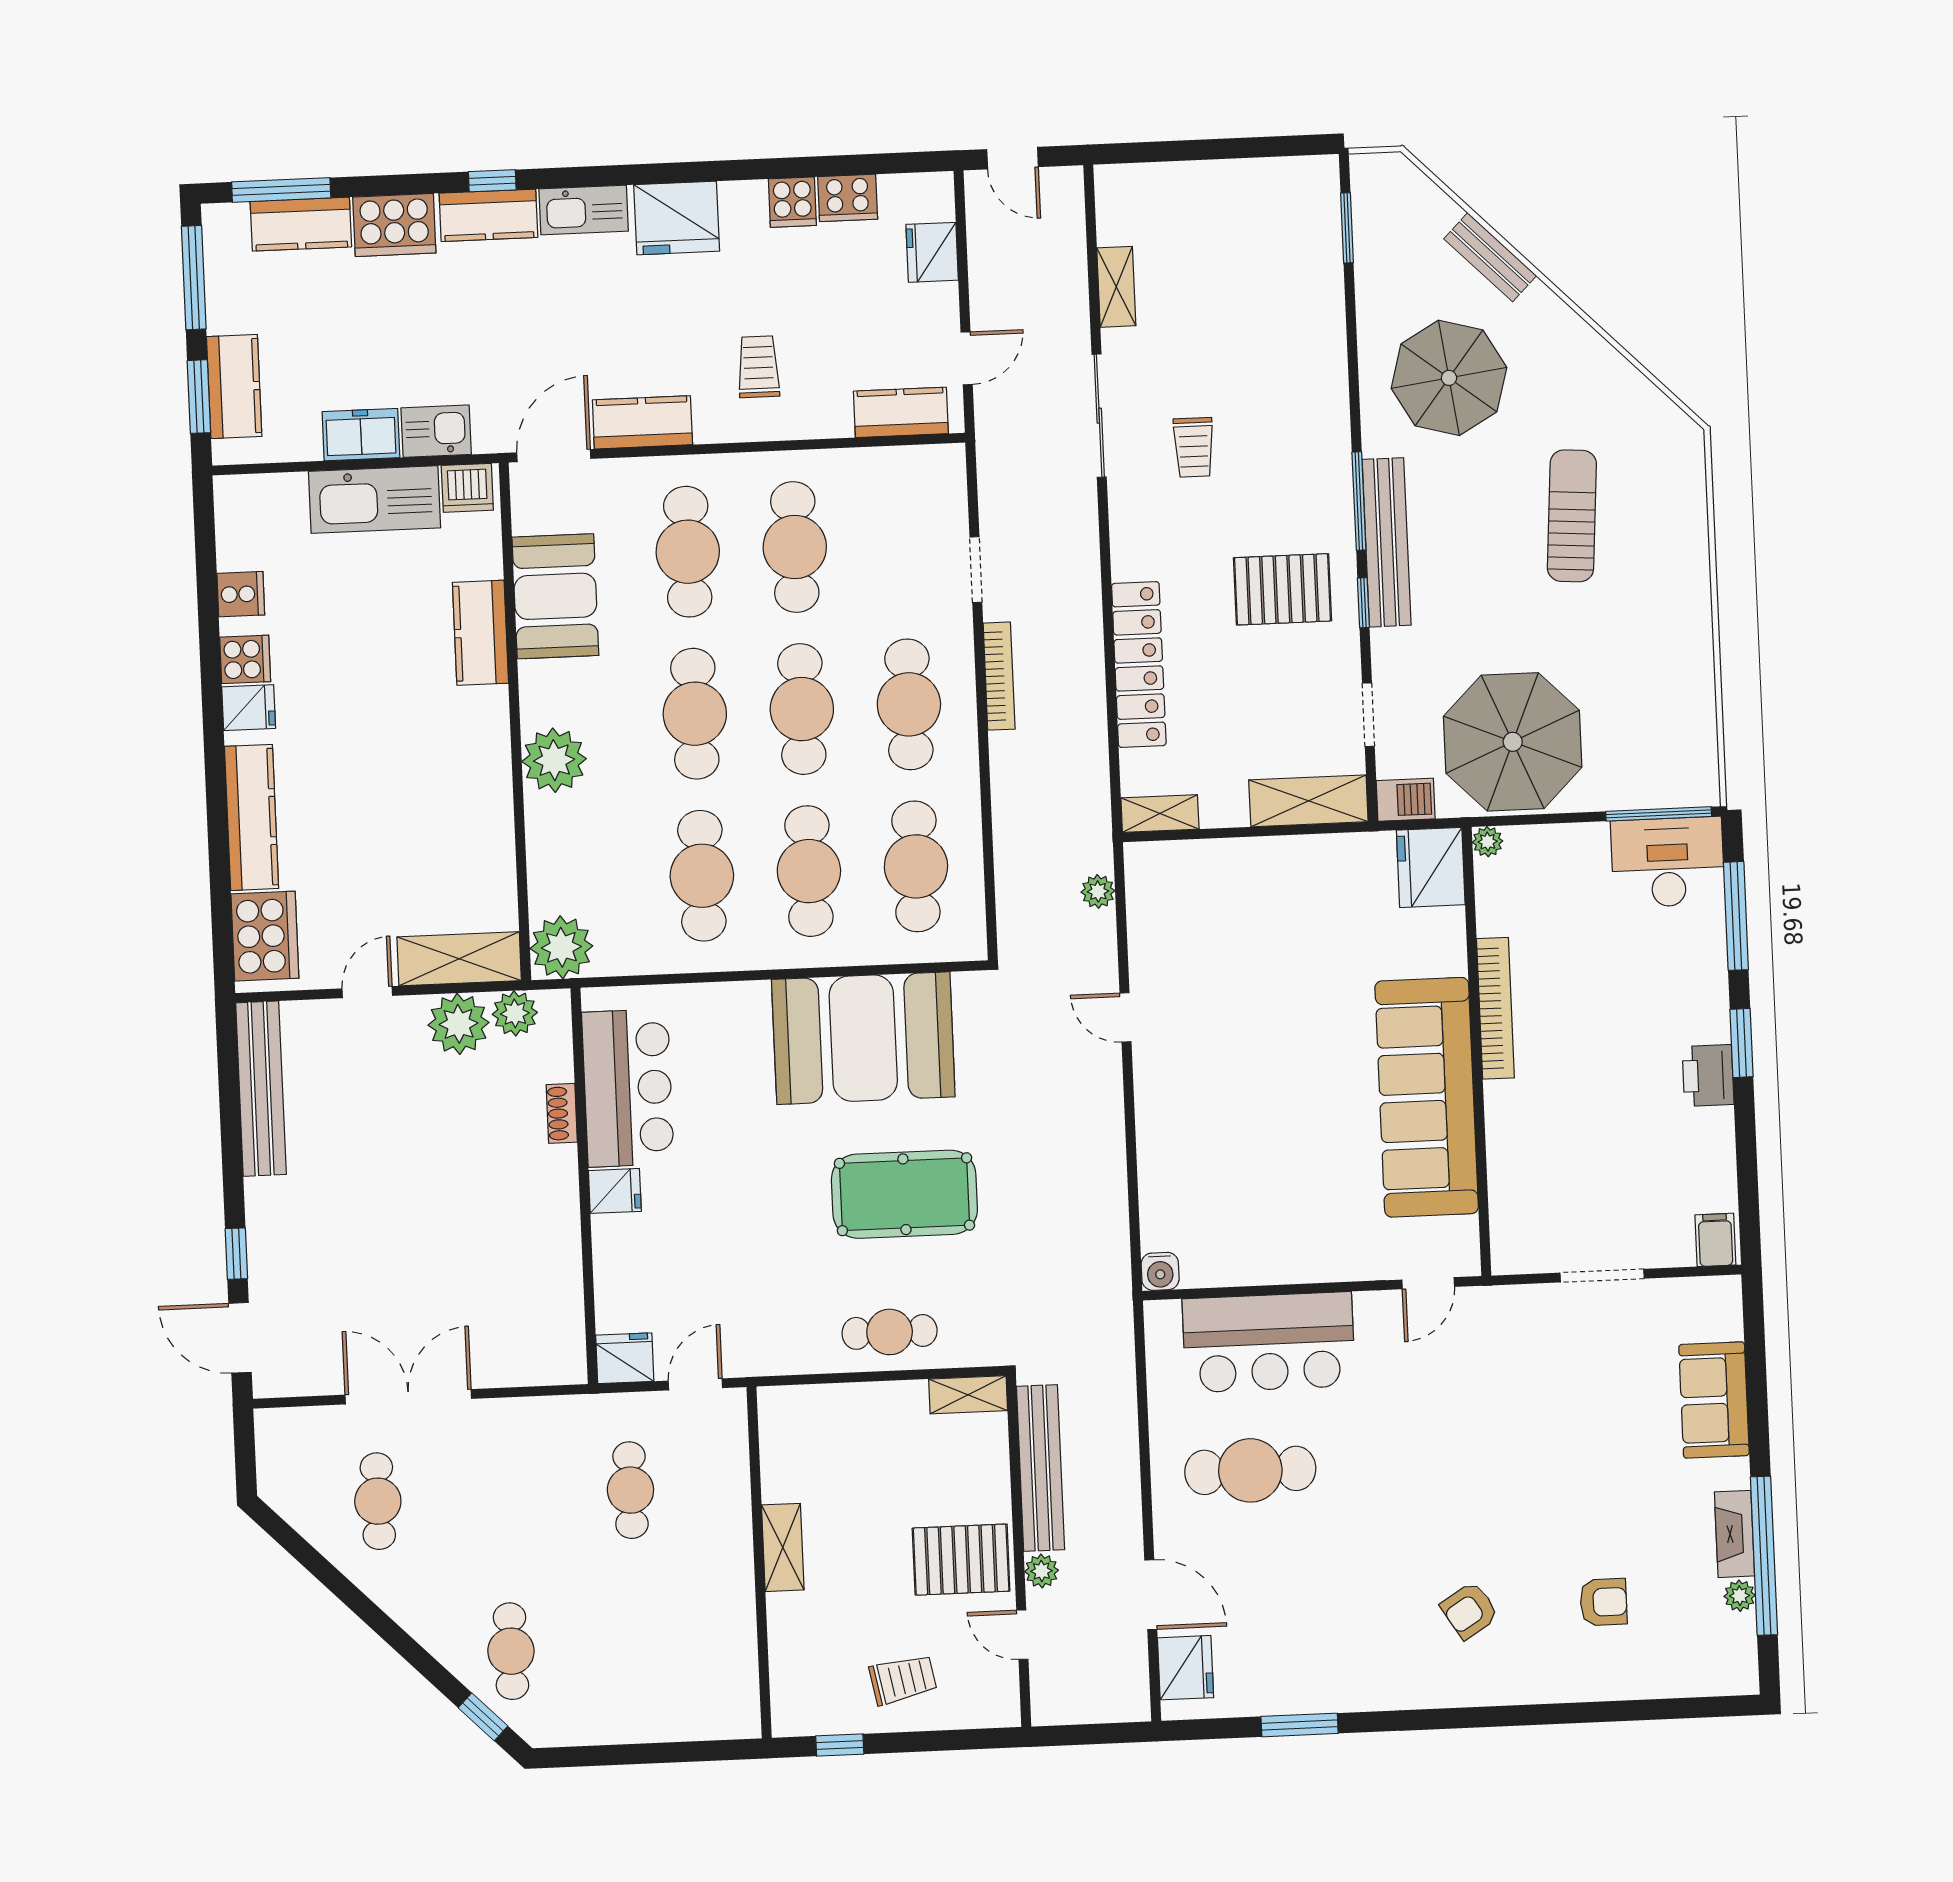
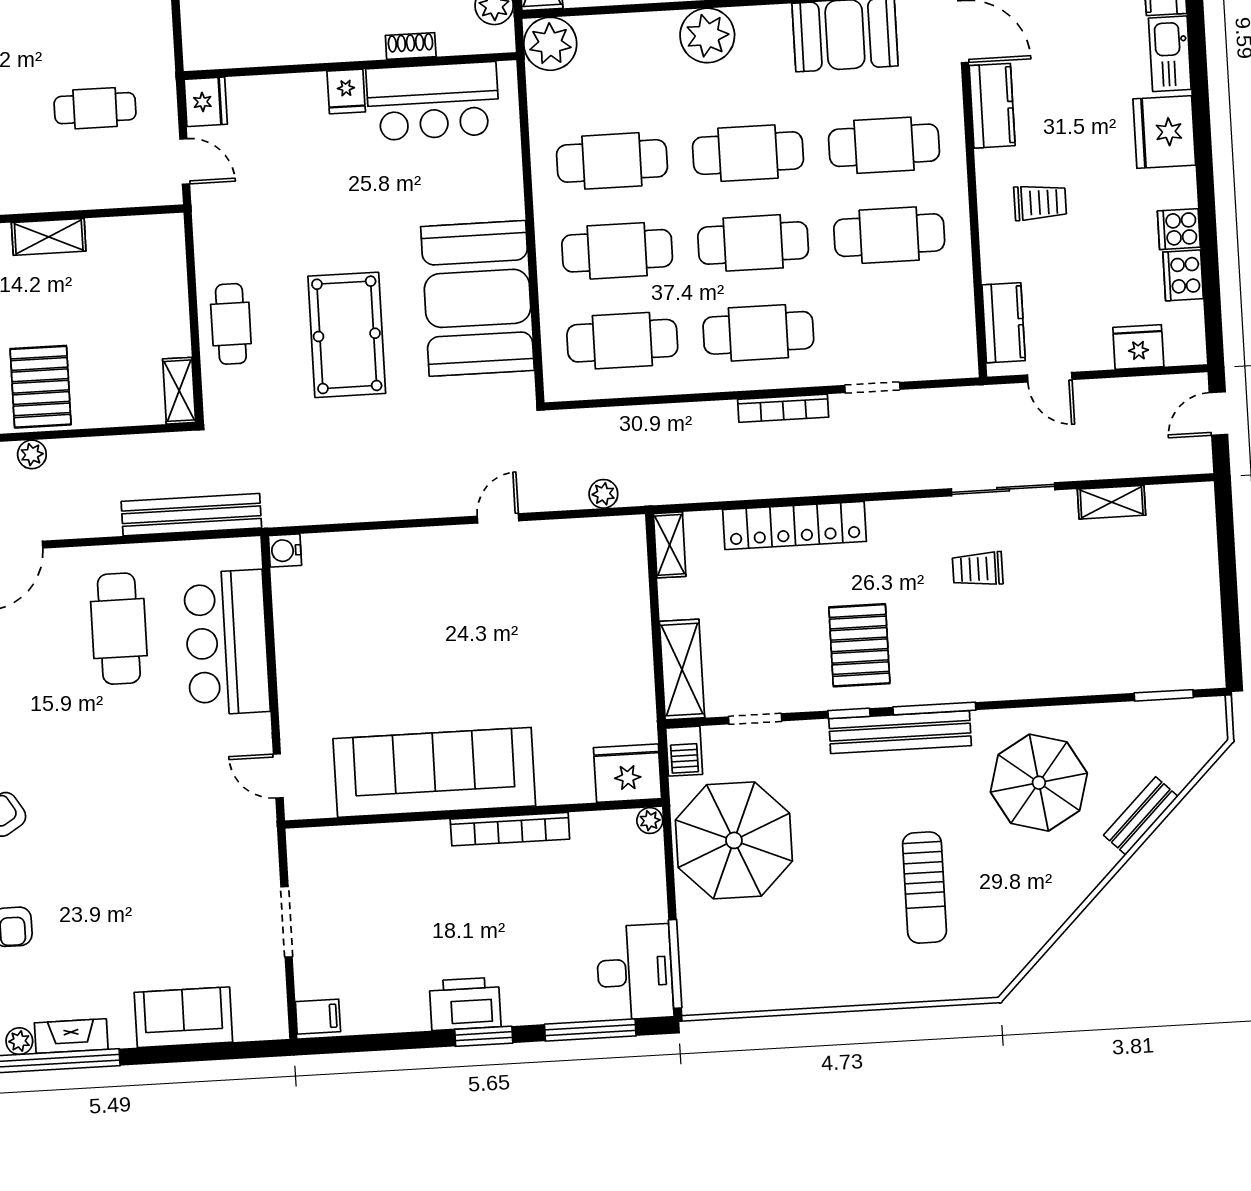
sun lounger: (1572, 516) -> (924, 888), turned 86
printer: (1708, 1075) -> (465, 1004), width x1.37, depth x1.19
bench: (1041, 1468) -> (191, 515), moved

